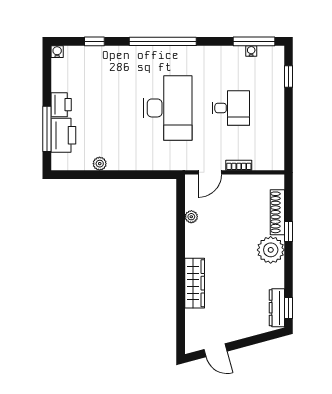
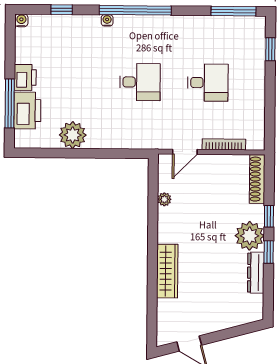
water cooler: (251, 51) -> (107, 20), moved
desk: (168, 108) -> (140, 82), width x0.53, depth x0.77
plant: (100, 164) -> (73, 135), width x1.88, depth x1.88
bookcase: (239, 165) -> (224, 144), width x1.56
shoe rack: (277, 212) -> (257, 179), moved
dresser: (277, 308) -> (256, 273), moved
window: (289, 308) -> (269, 252), moved

